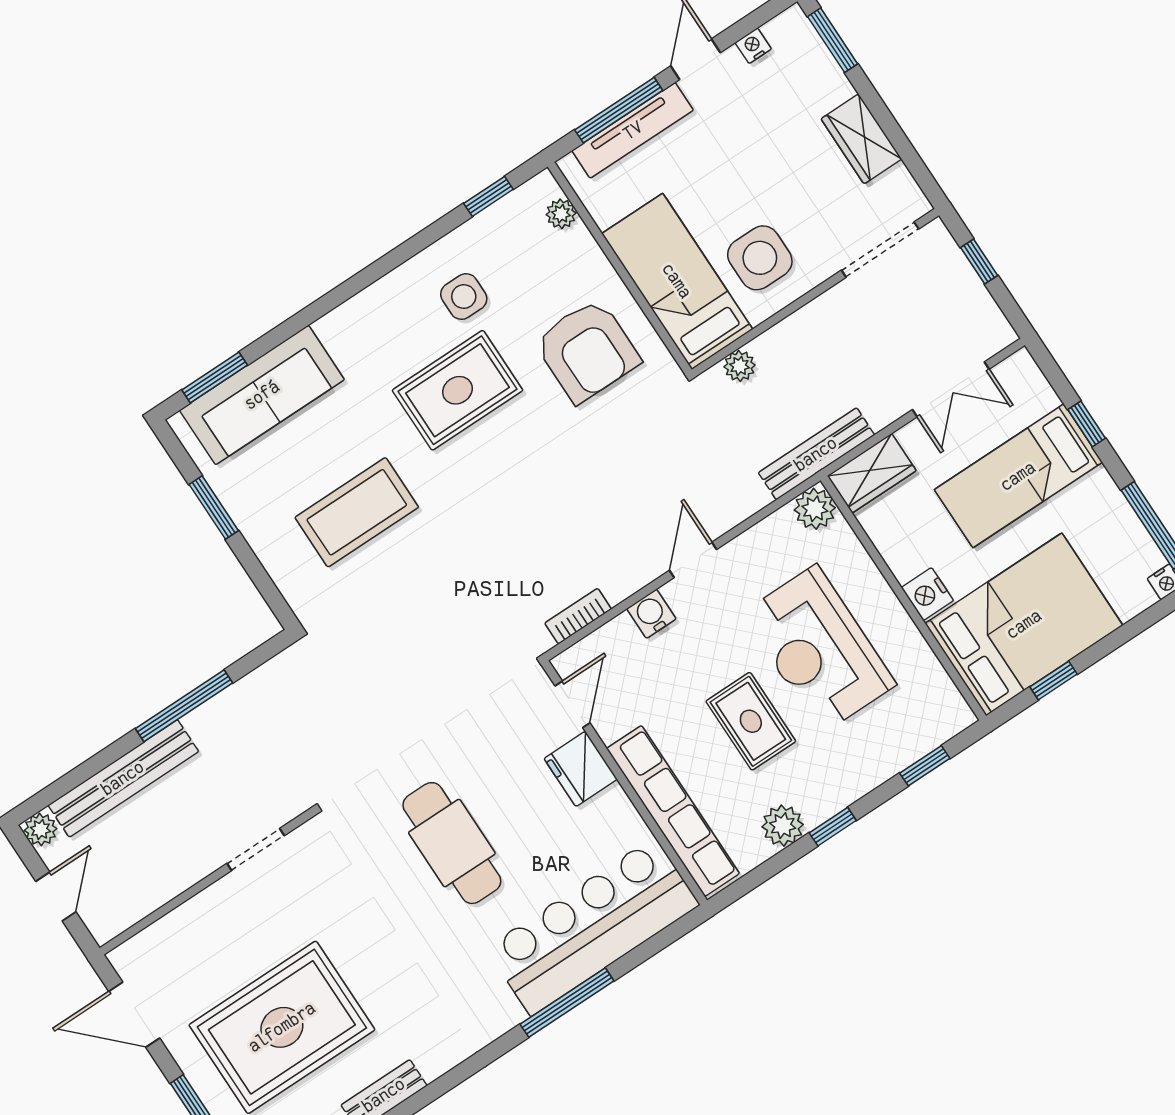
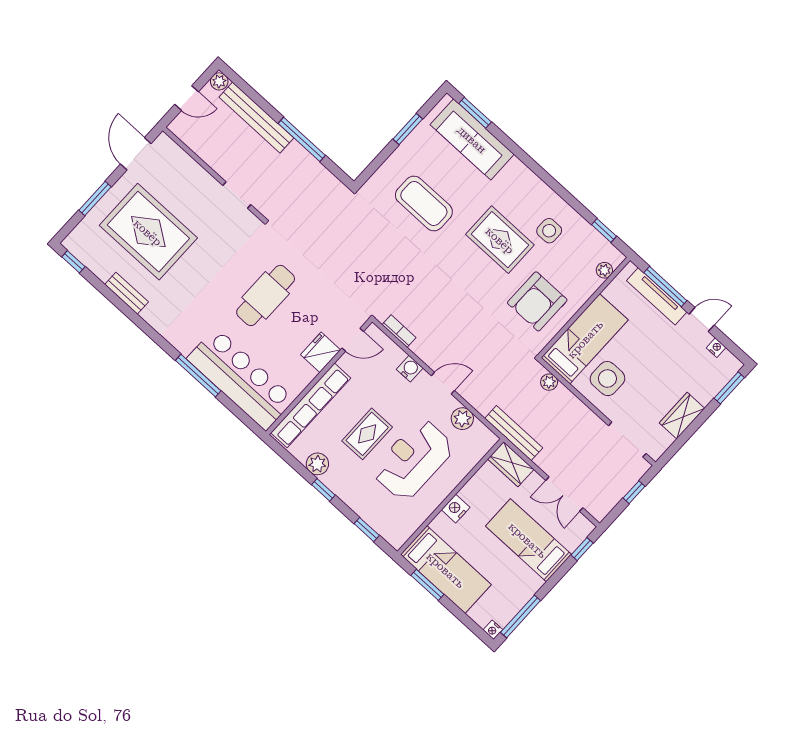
window: (1087, 424) -> (582, 549), moved
plant: (815, 509) -> (462, 419), moved
bed: (1024, 624) -> (446, 570), width x0.67
window: (1054, 681) -> (427, 585), width x1.50

